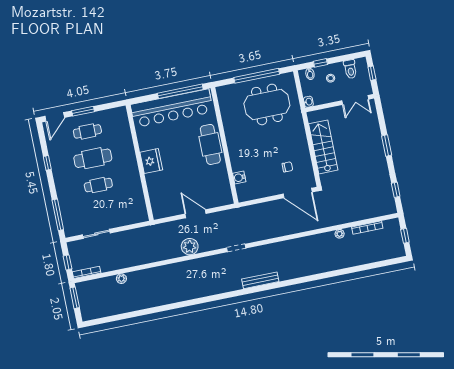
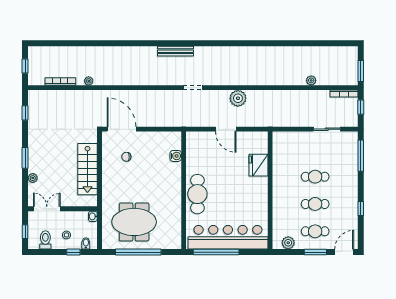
plant: (112, 115) -> (288, 243), added
plant: (375, 127) -> (33, 178), added
cafe table: (93, 158) -> (315, 204), width x0.73, depth x0.74
fridge: (151, 161) -> (258, 165), moved

